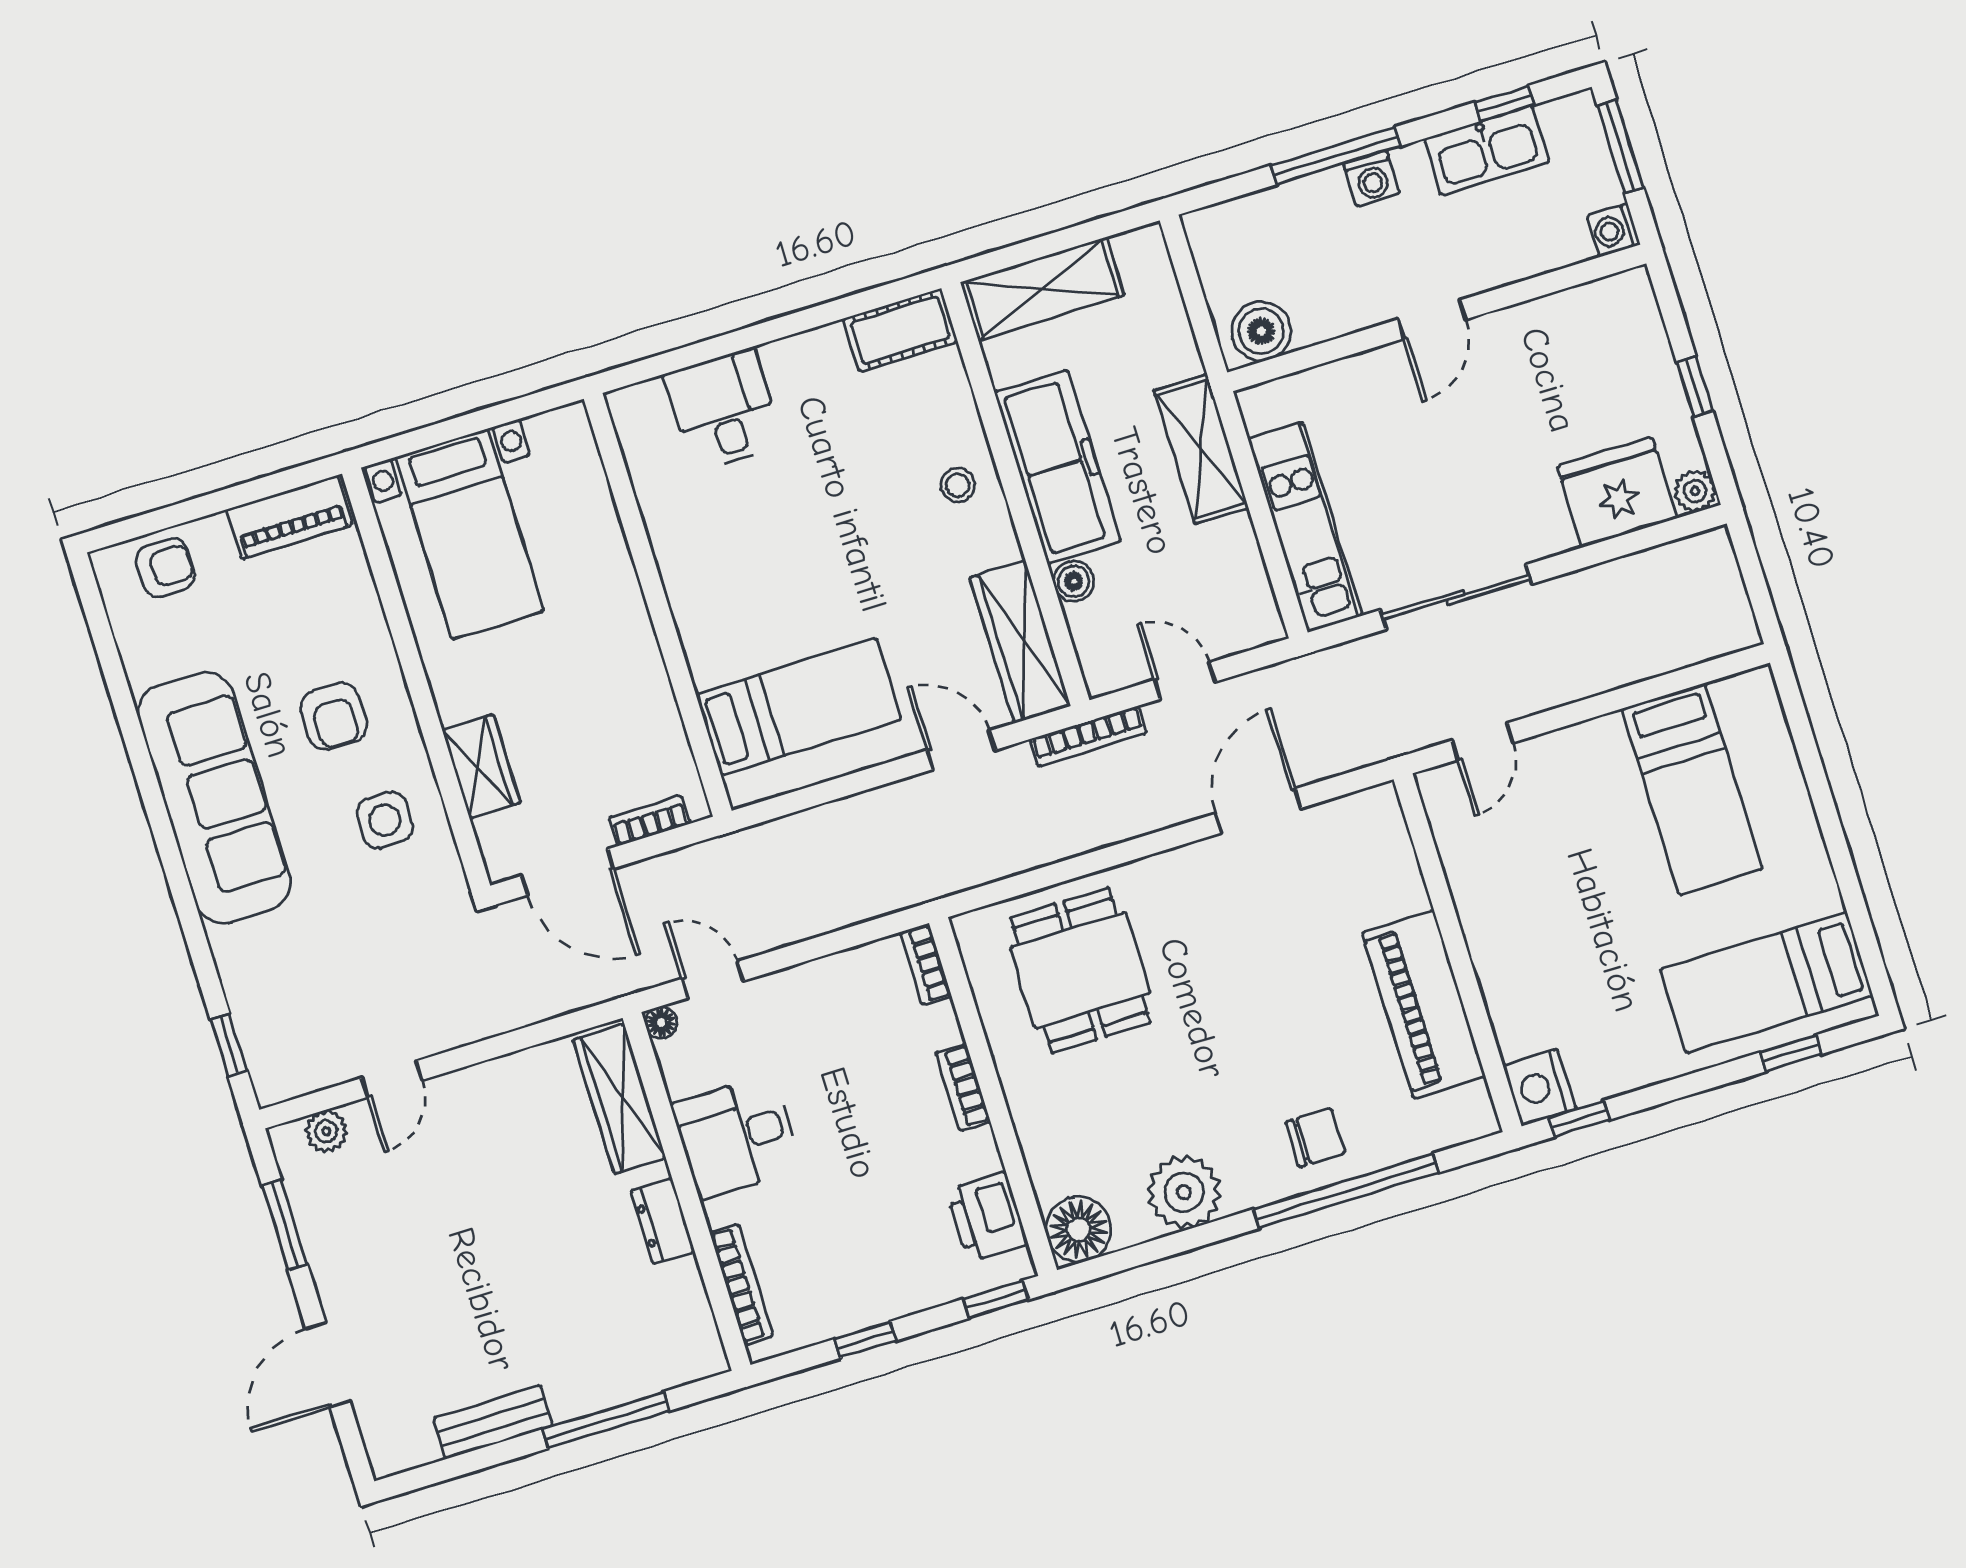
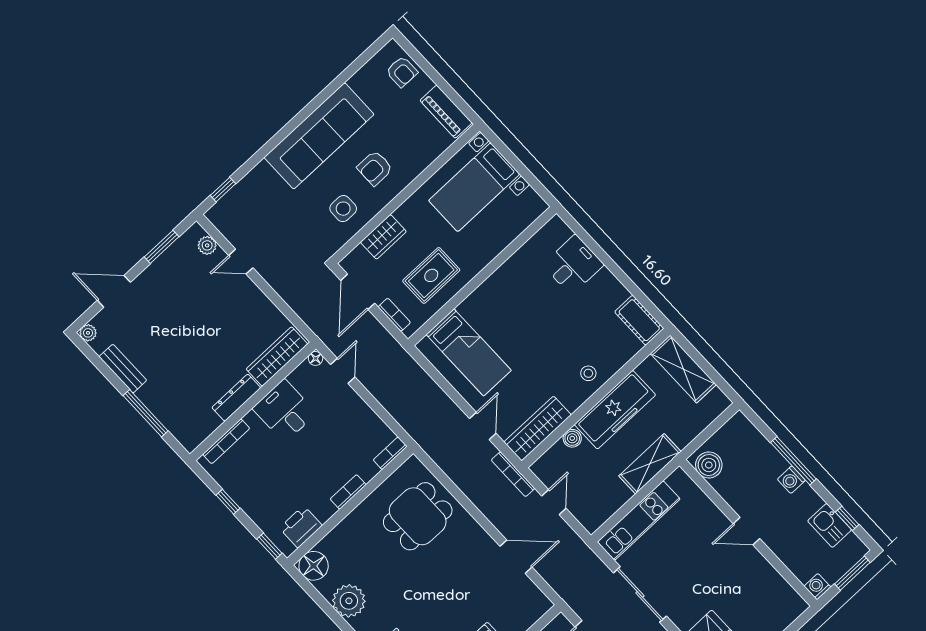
kitchen sink: (1487, 150) -> (830, 525), width x0.73
rug: (606, 707) -> (431, 275), added
dresser: (663, 1221) -> (236, 398), width x1.44
plant: (387, 1458) -> (88, 333), added

